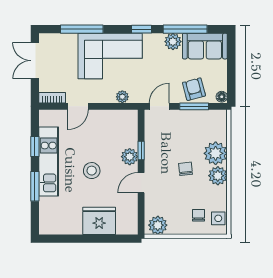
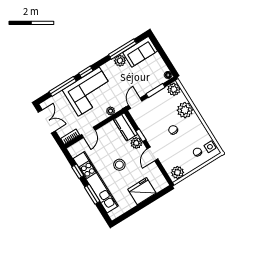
window: (142, 29) -> (86, 72), moved
double door: (35, 61) -> (47, 121), swing flipped
armchair: (194, 89) -> (149, 81), removed
kitchen counter: (129, 128) -> (125, 127), added
kitchen unit: (49, 161) -> (96, 182), width x1.36
plant: (218, 176) -> (174, 89), moved

